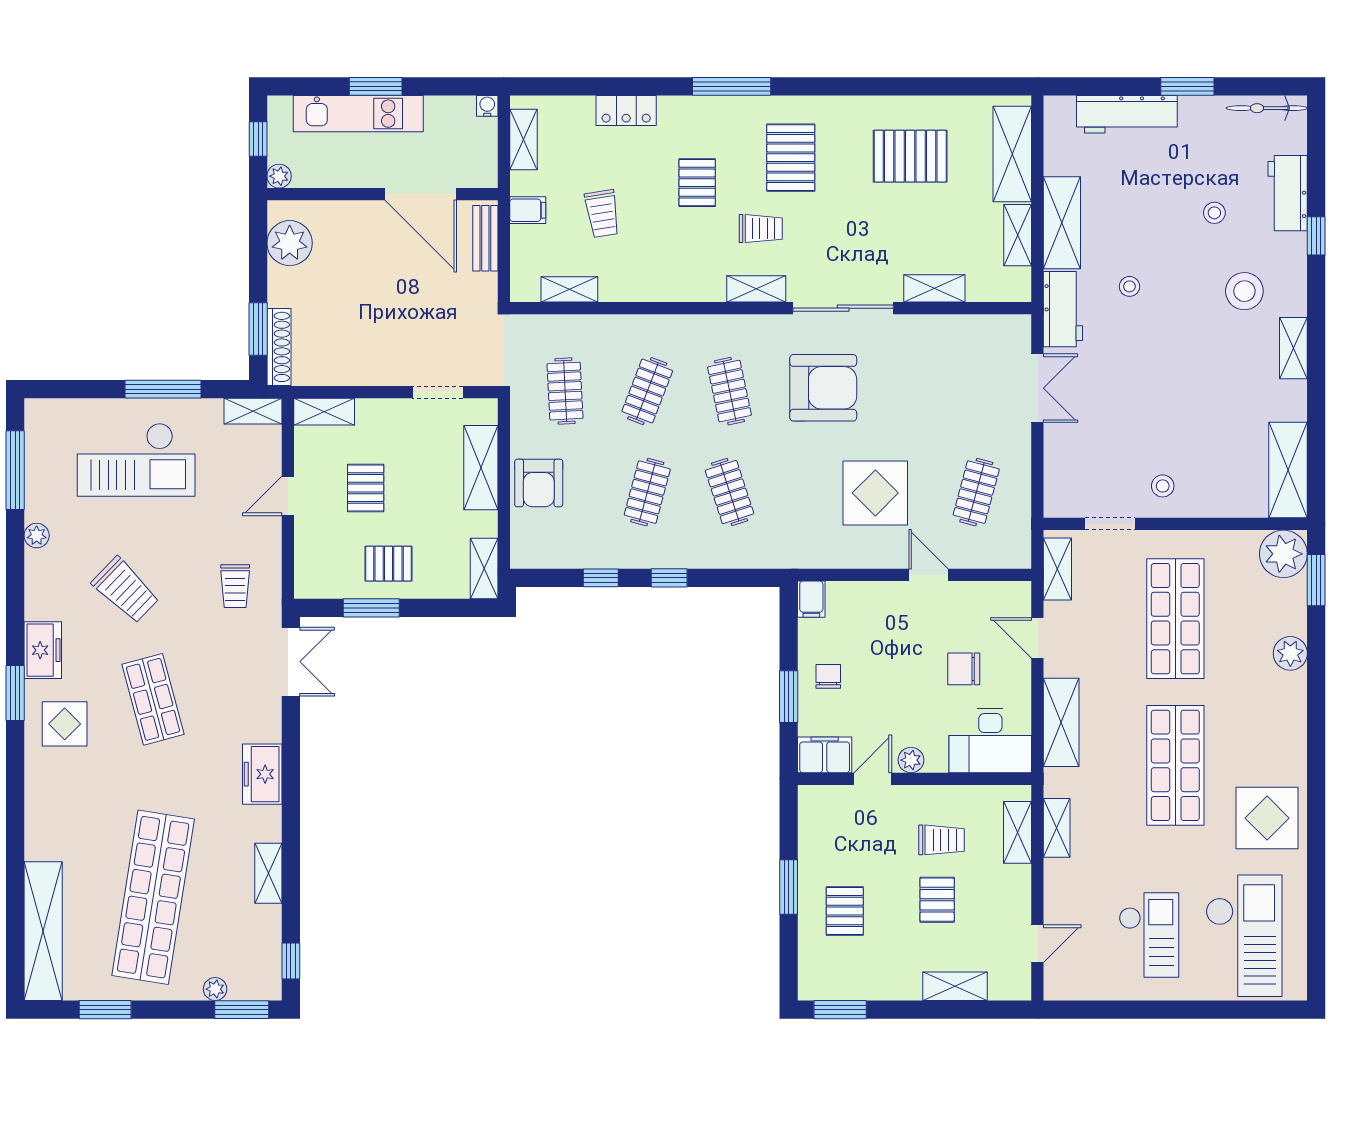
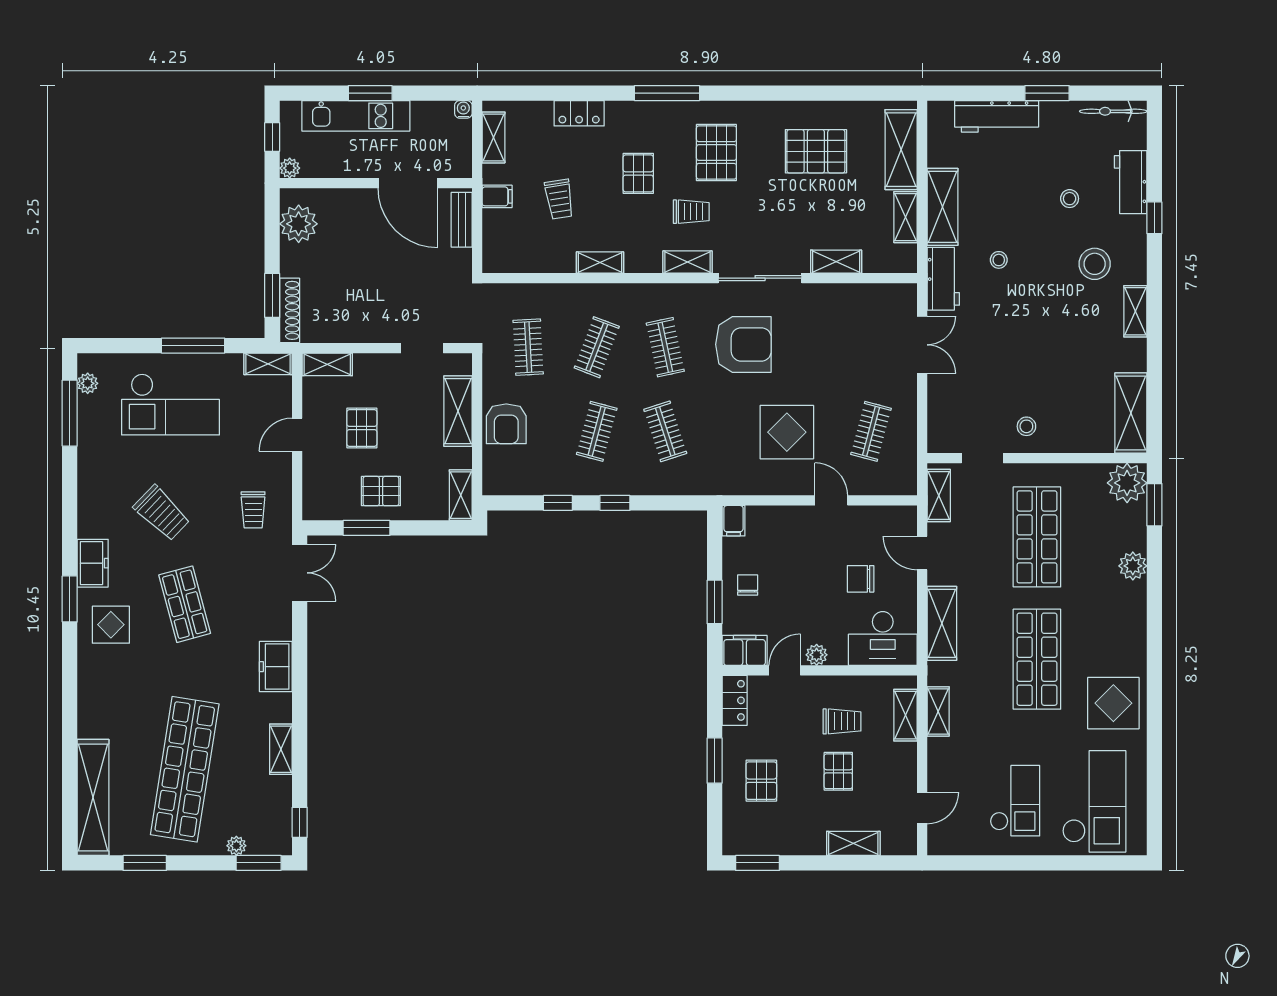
shelving: (569, 289) -> (600, 262), moved
plant: (37, 536) -> (88, 383), moved
locker: (813, 815) -> (735, 700), added

